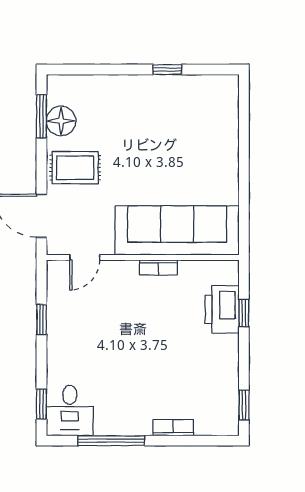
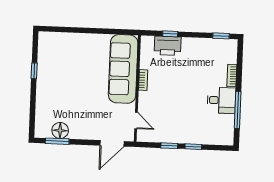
rug: (75, 168) -> (86, 124), removed
window: (41, 404) -> (193, 147), moved
desk: (70, 411) -> (221, 100), moved

